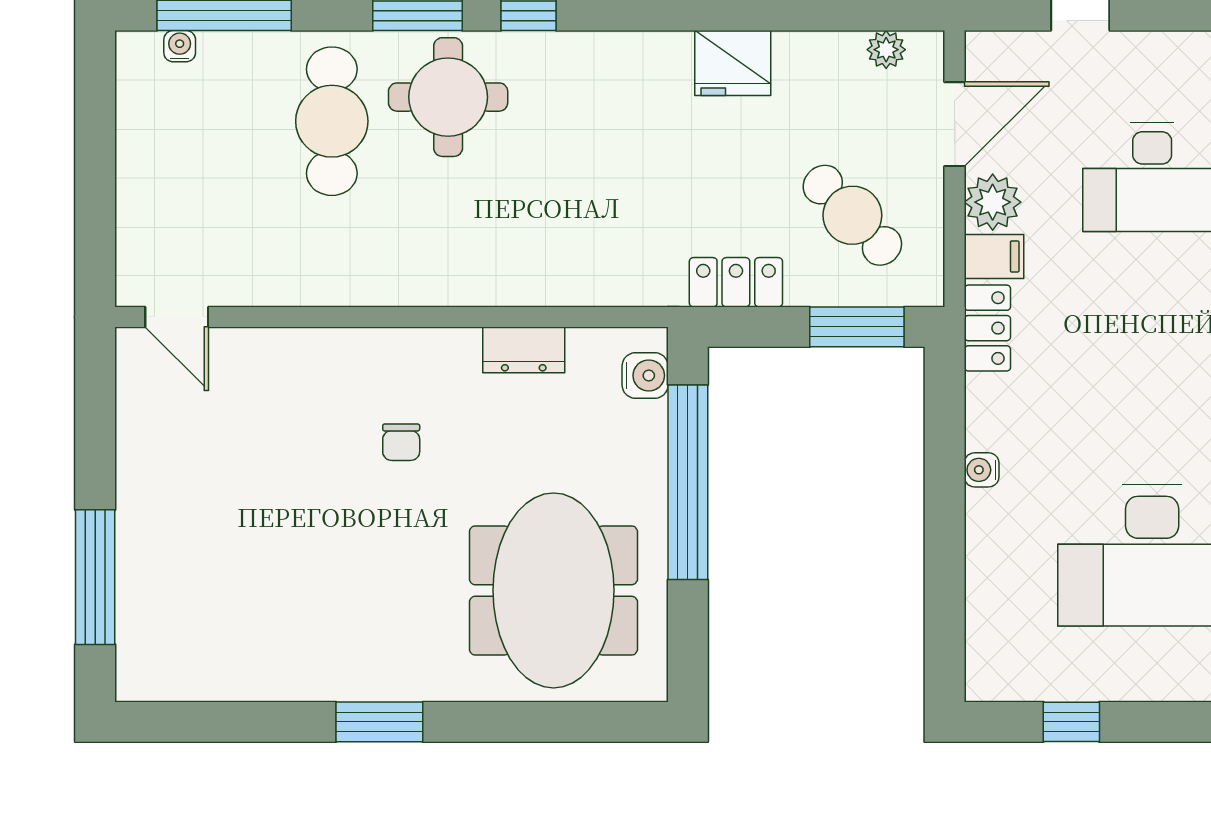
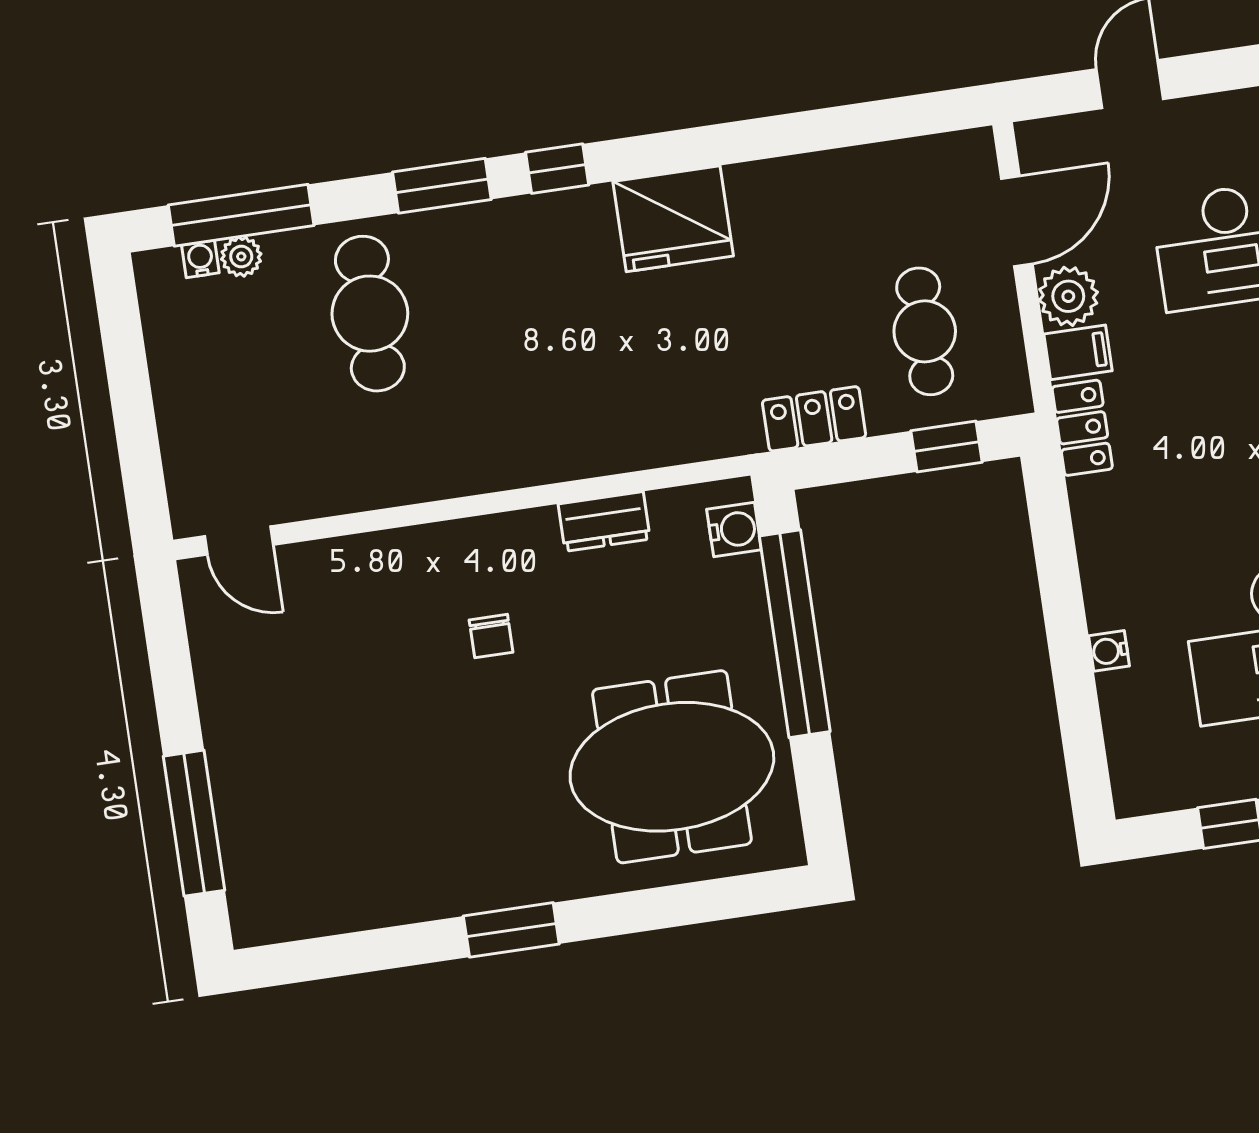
plant: (886, 50) -> (241, 257), moved
fridge: (733, 63) -> (673, 219), moved, width x1.36, depth x1.34
round table: (448, 97) -> (487, 271), removed
cafe table: (852, 215) -> (925, 331), turned 44
window: (857, 327) -> (946, 446), width x0.67
water cooler: (982, 470) -> (1109, 651), moved
meeting table: (553, 590) -> (672, 767), turned 90

